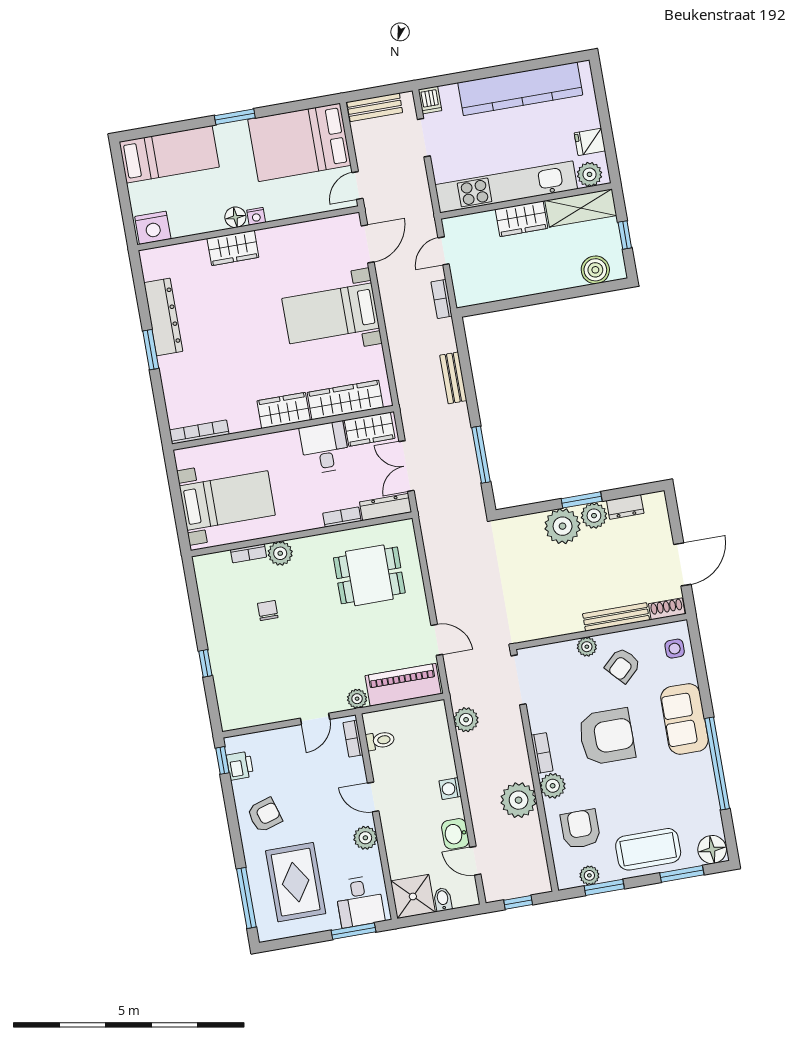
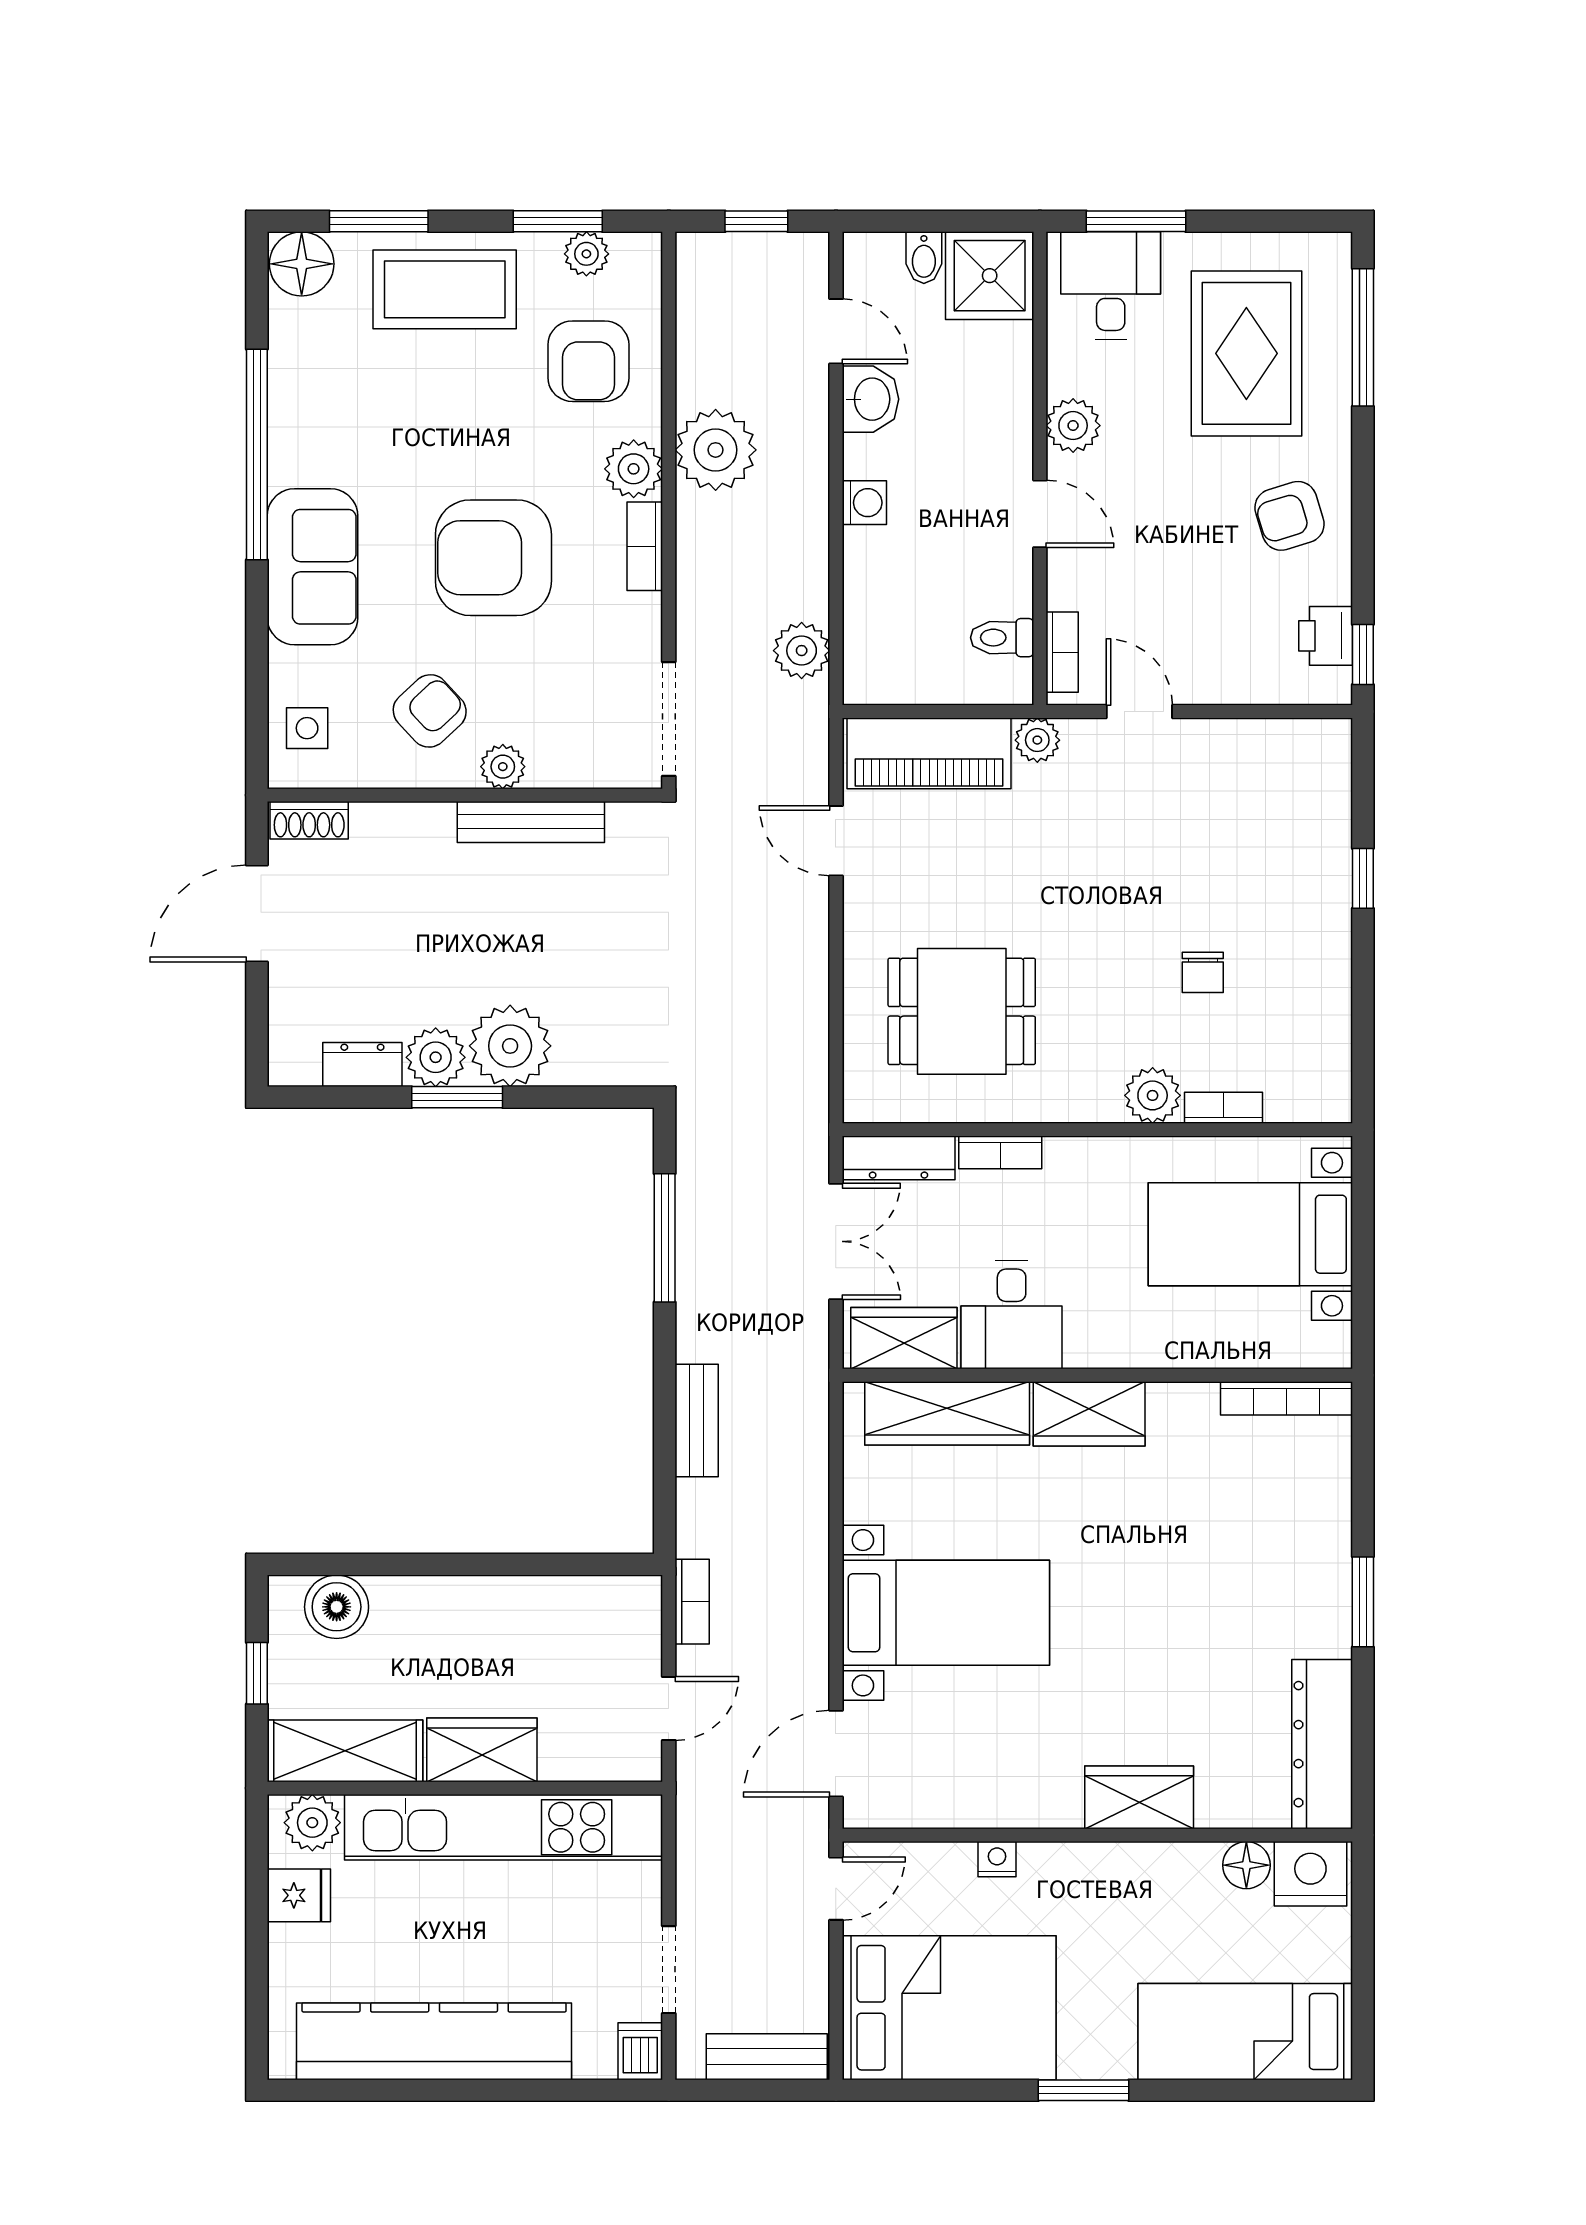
nightstand: (256, 216) -> (997, 1859), moved
floor lamp: (235, 217) -> (1246, 1865), moved
dresser: (163, 317) -> (1322, 1744), moved
bench: (616, 617) -> (531, 822), moved
door: (315, 719) -> (1139, 711), hinge flipped

